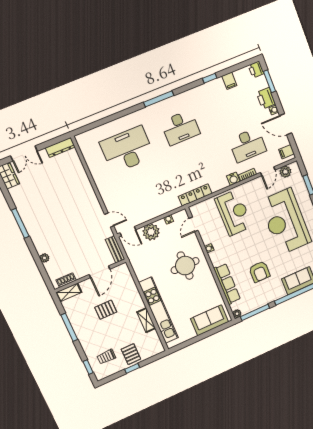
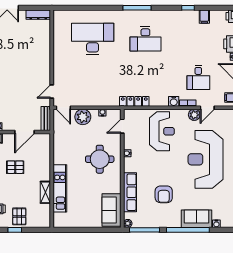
desk: (248, 145) -> (198, 77), width x0.73
plant: (285, 172) -> (194, 115), moved
door: (109, 220) -> (52, 91), swing flipped
kitchen unit: (159, 310) -> (60, 188), width x0.73
sofa: (210, 320) -> (112, 210), moved, turned -90

